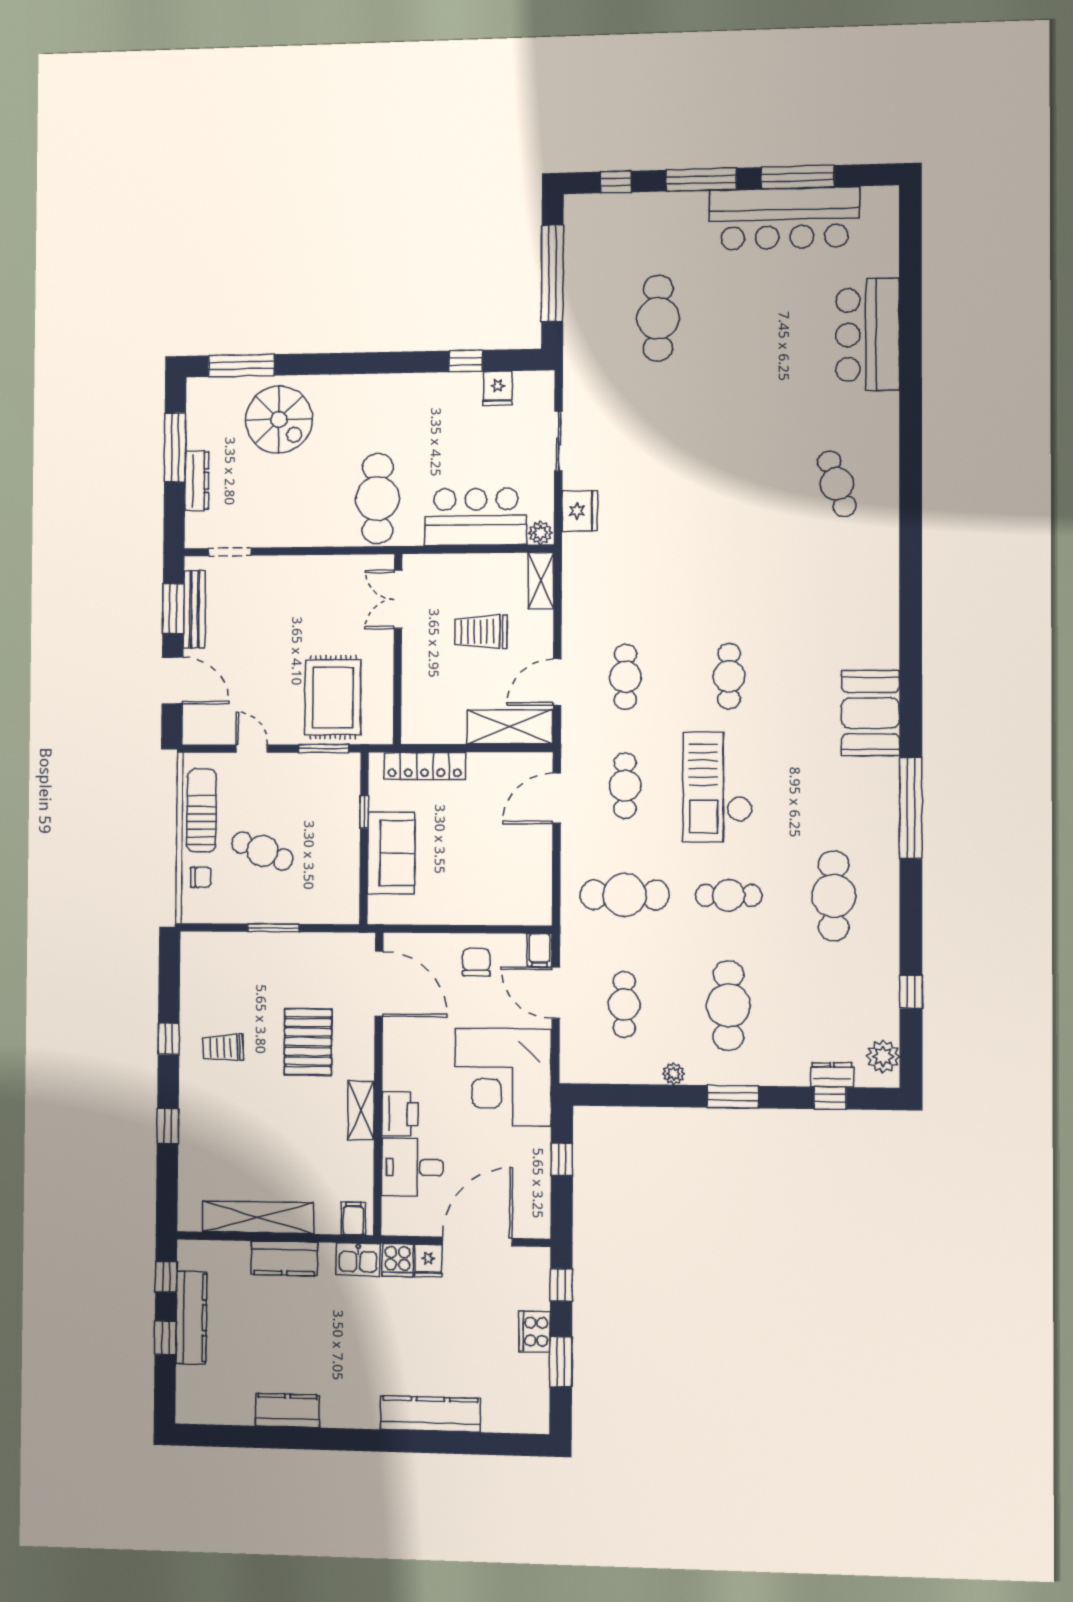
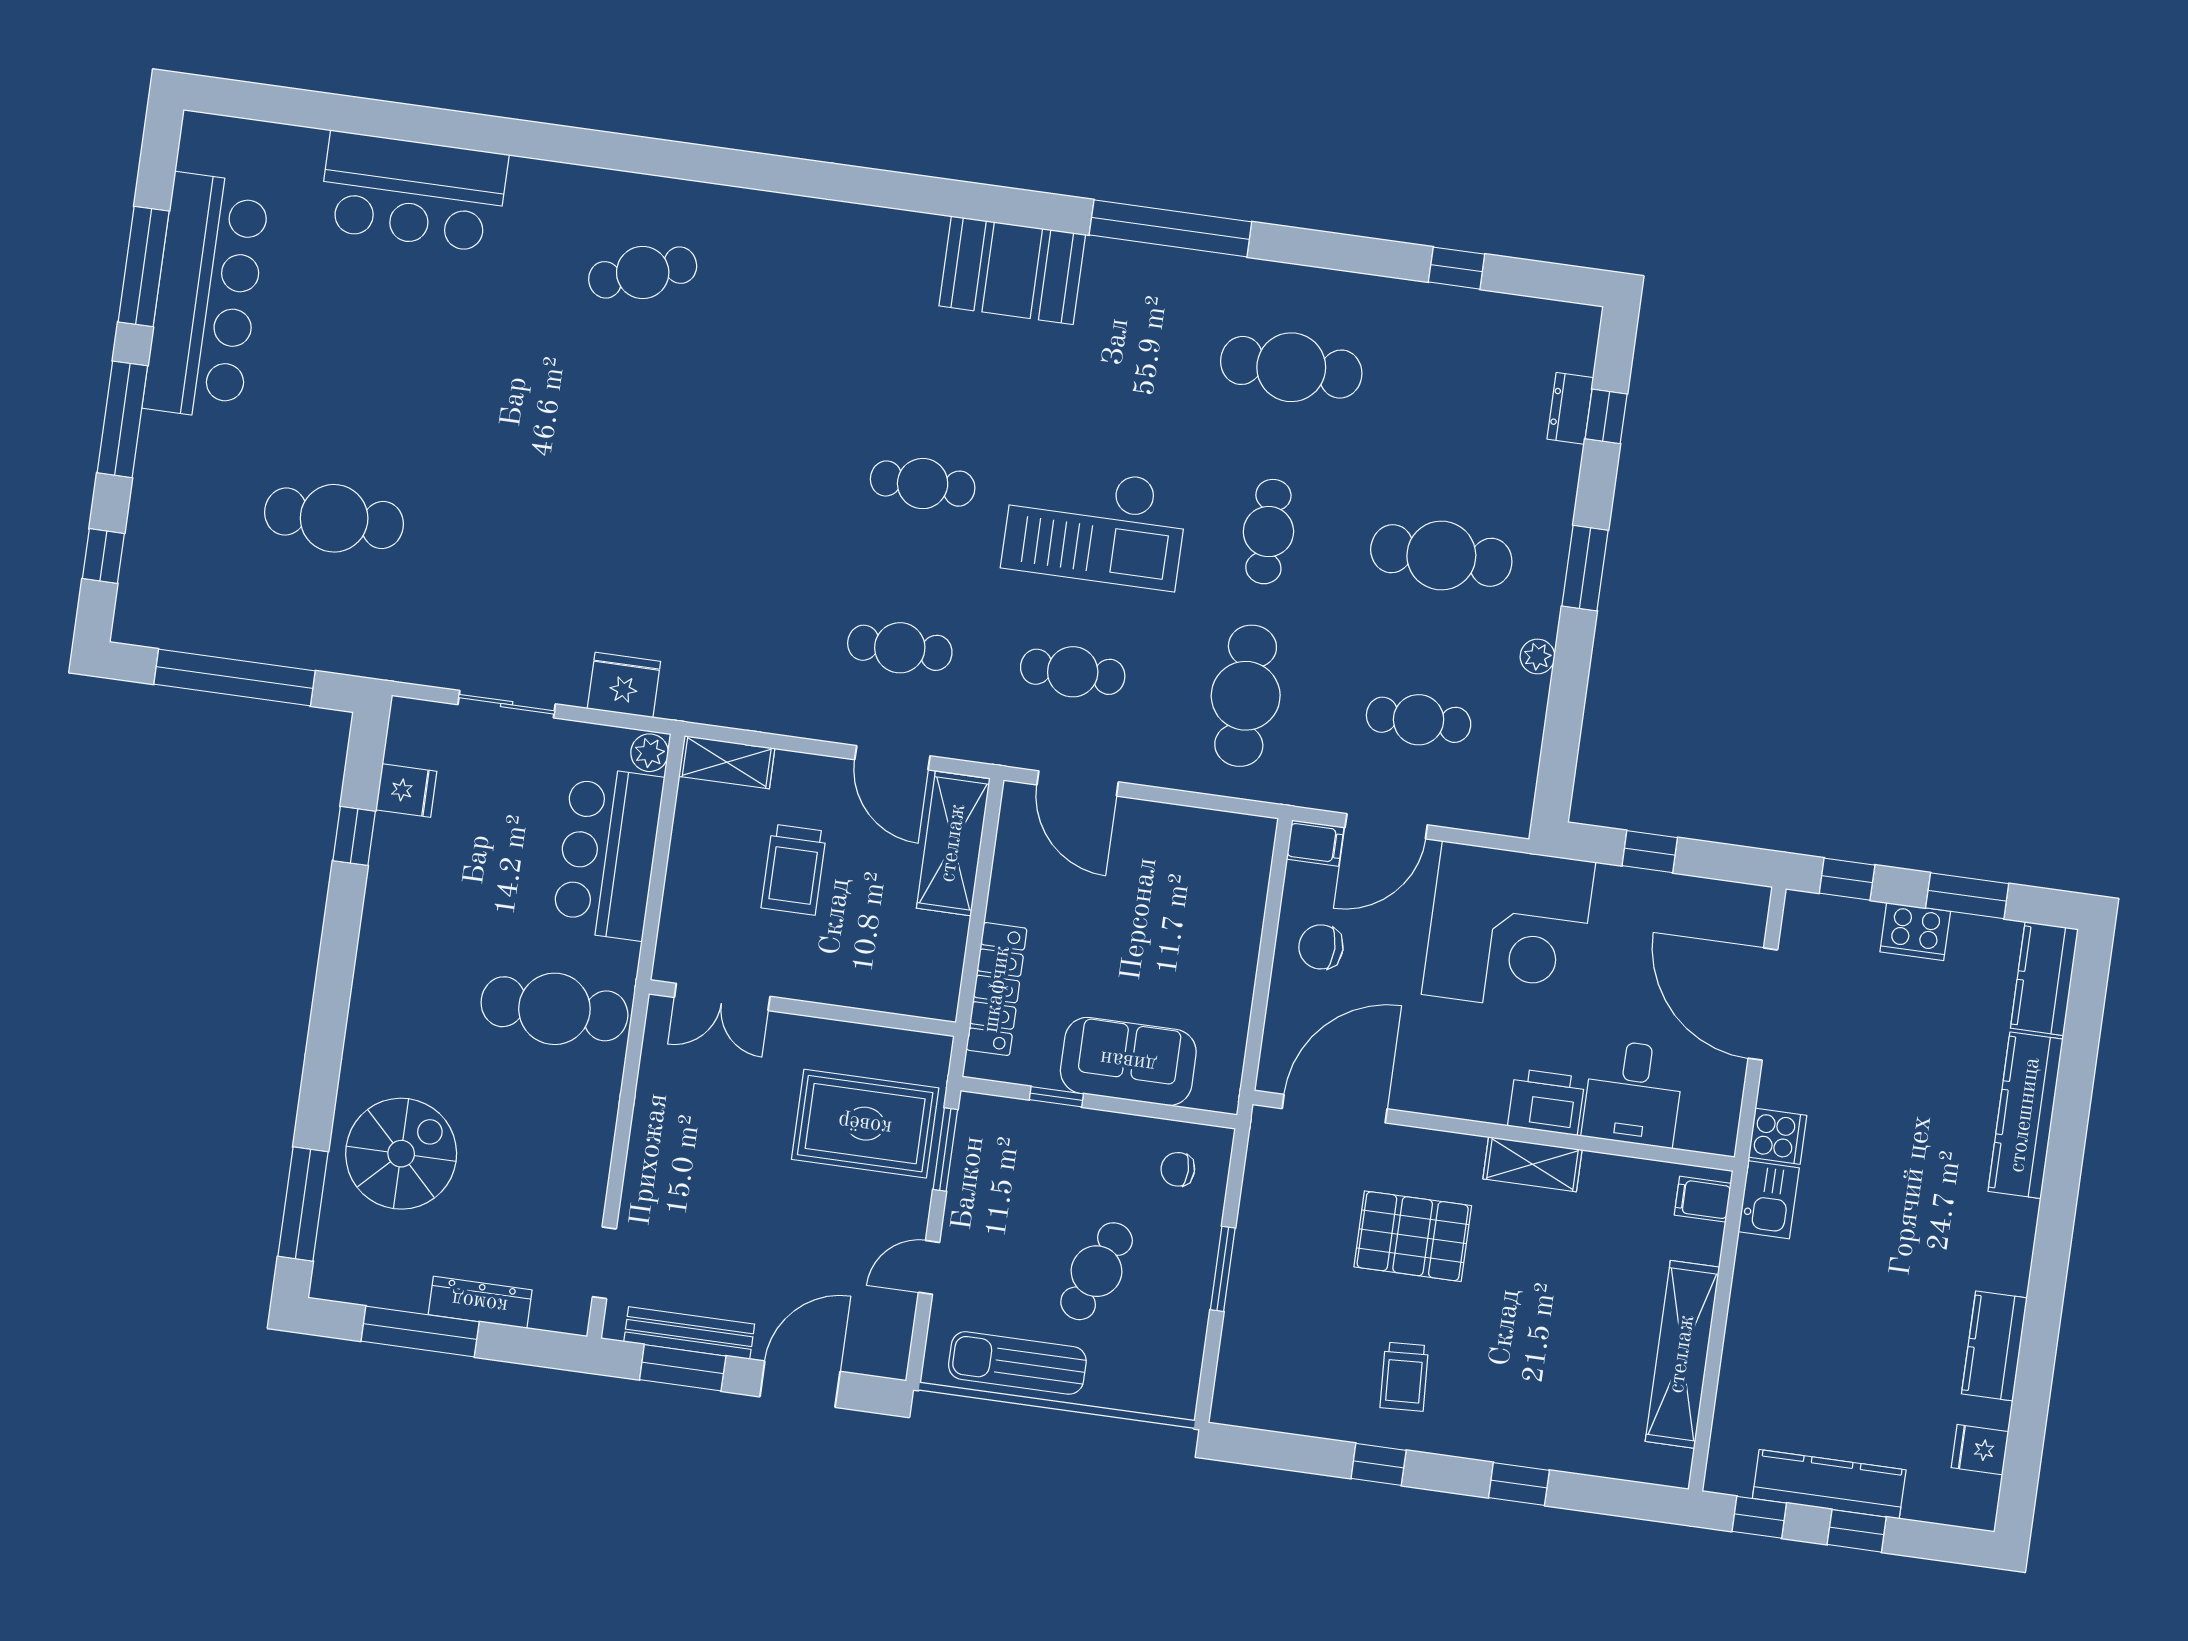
chair: (201, 877) -> (1178, 1169), moved, turned -89
plant: (883, 1056) -> (1552, 325), removed
kitchen counter: (284, 1258) -> (2044, 979), moved, turned 180
fridge: (428, 1261) -> (1980, 1450), moved, turned 180

